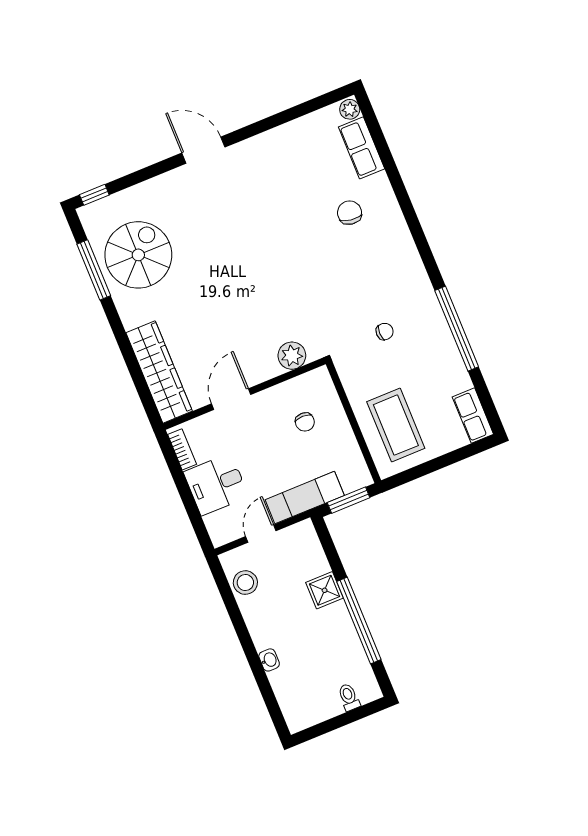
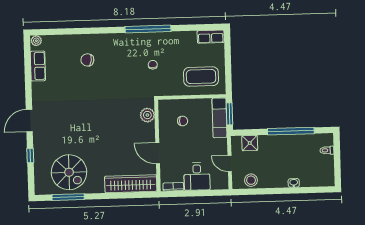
row of seats: (362, 148) -> (38, 66), moved, turned -90
window: (94, 195) -> (30, 155), moved
spiral stairs: (138, 255) -> (69, 172), turned 180
window: (457, 329) -> (148, 29), moved
exam couch: (305, 498) -> (219, 118), moved
shower: (325, 590) -> (250, 143), moved

